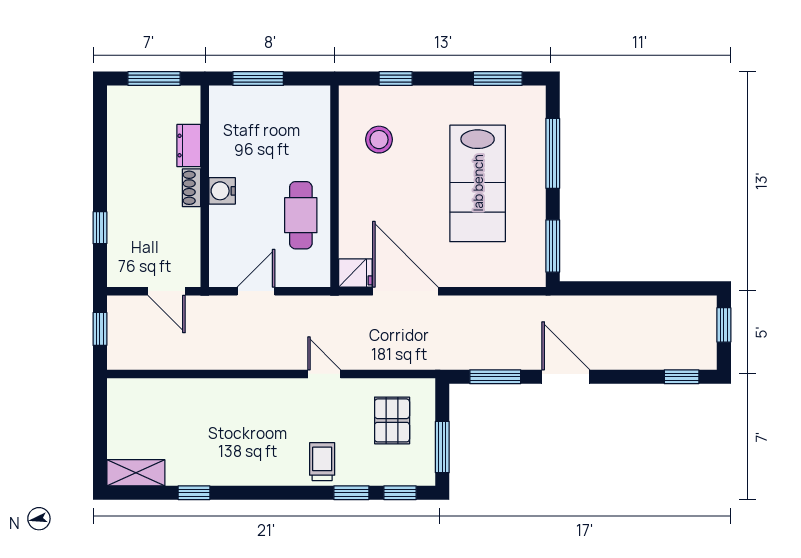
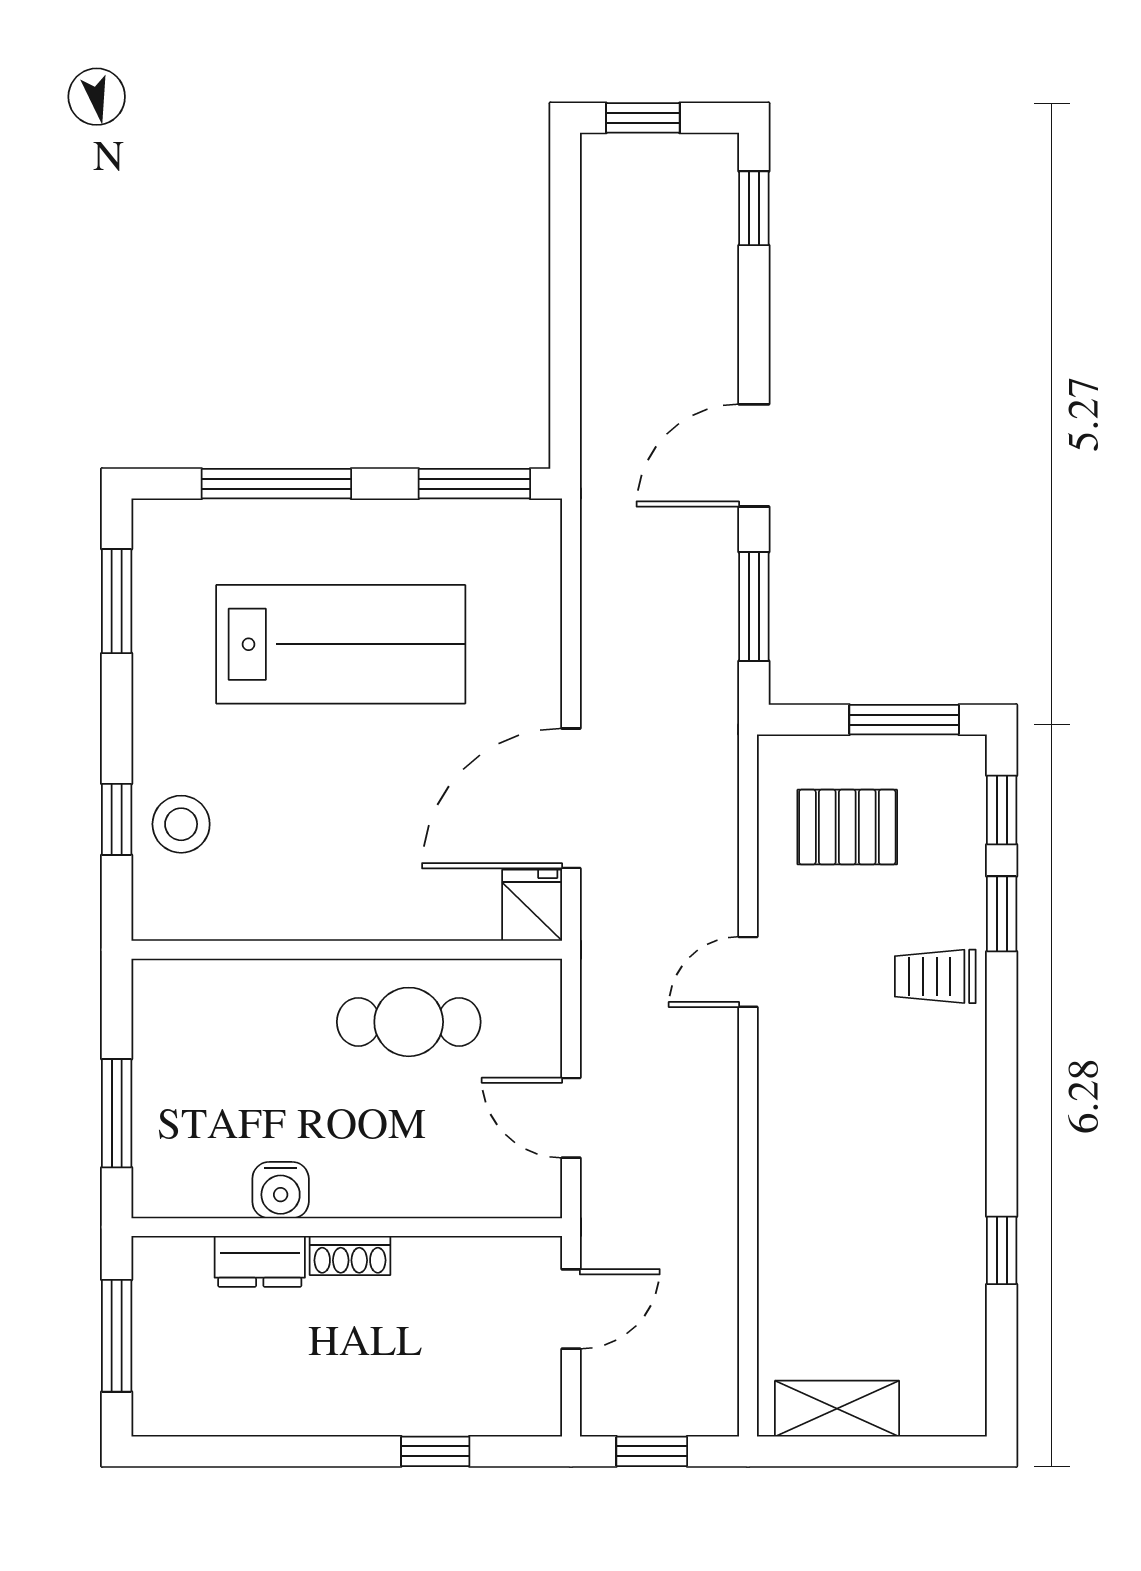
stool: (379, 140) -> (181, 824), moved
water cooler: (222, 191) -> (281, 1190), moved
shelving: (136, 473) -> (837, 1409), moved, turned 90

